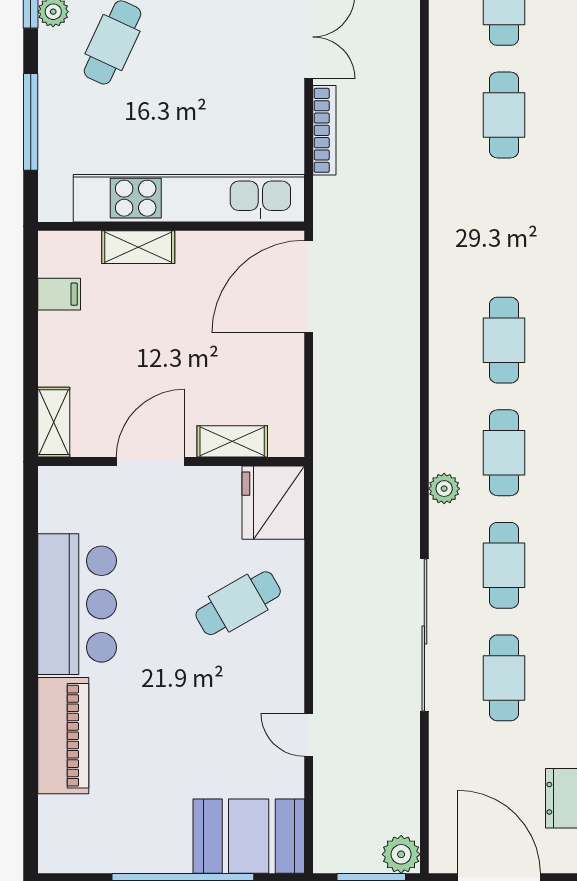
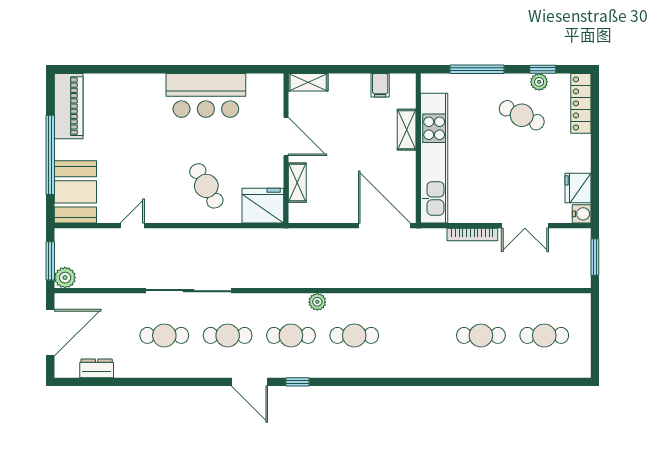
plant: (444, 489) -> (317, 302), moved
piano: (63, 736) -> (69, 106), moved, turned -90

